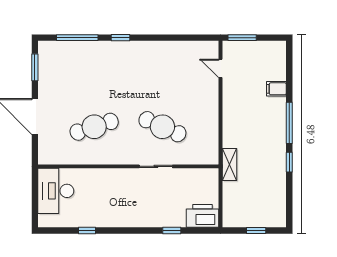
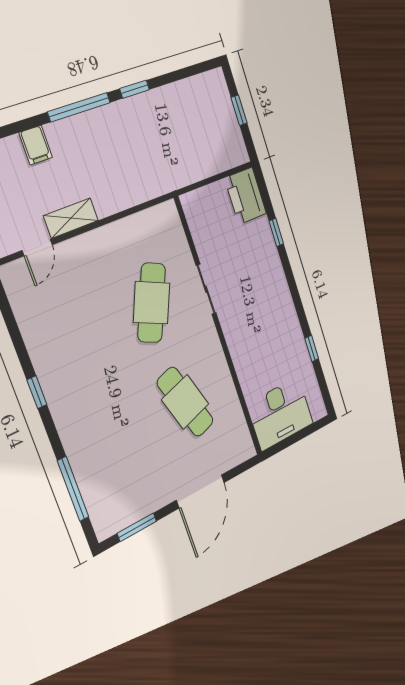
window: (121, 38) -> (37, 392), moved
shelving: (229, 164) -> (71, 218), moved

